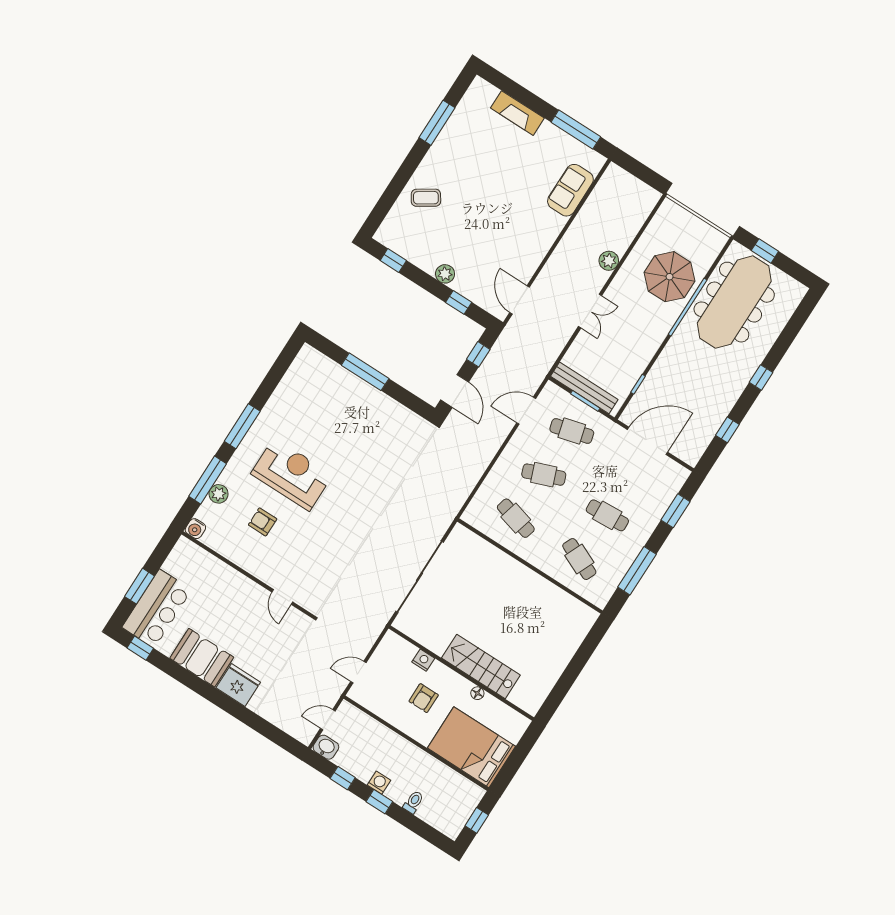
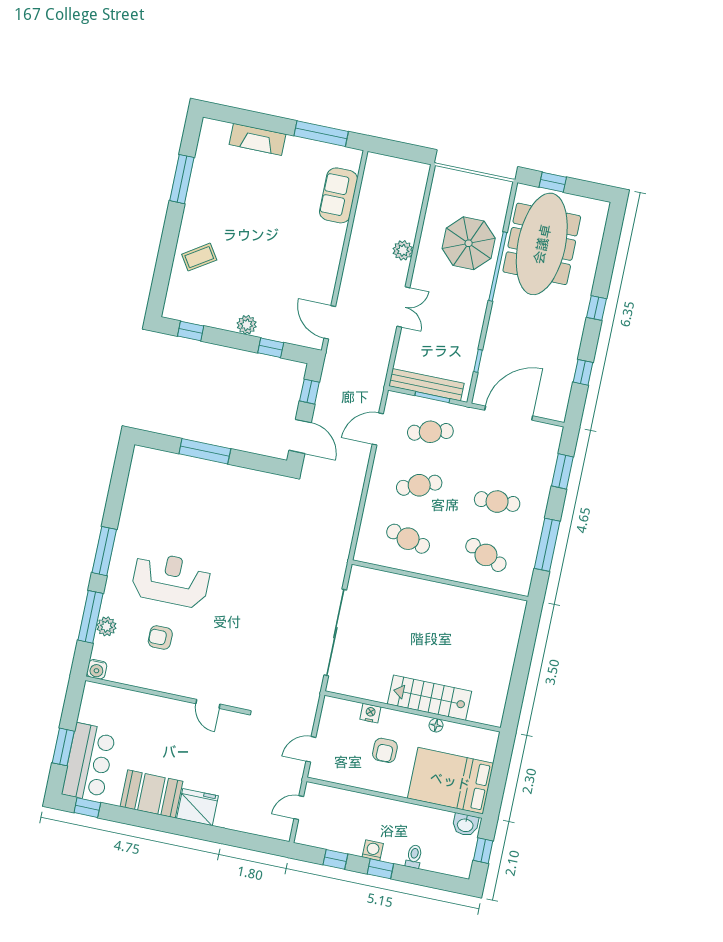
washbasin: (326, 747) -> (465, 825), moved, turned 180

